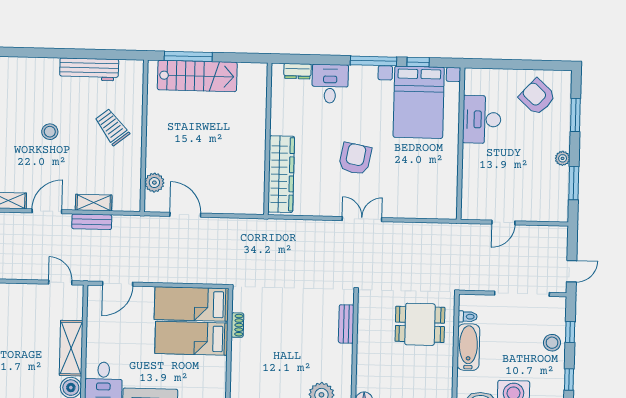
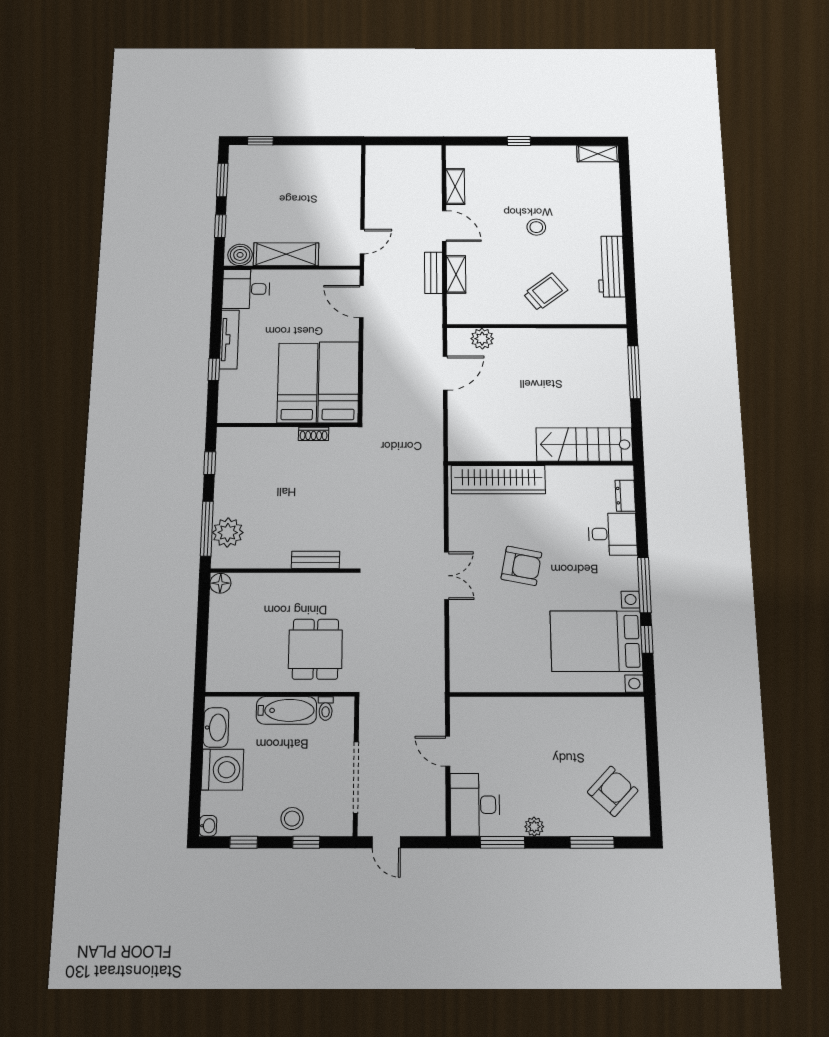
stairs: (197, 76) -> (584, 445), moved, turned 90
desk: (482, 119) -> (475, 805), moved, turned -90

